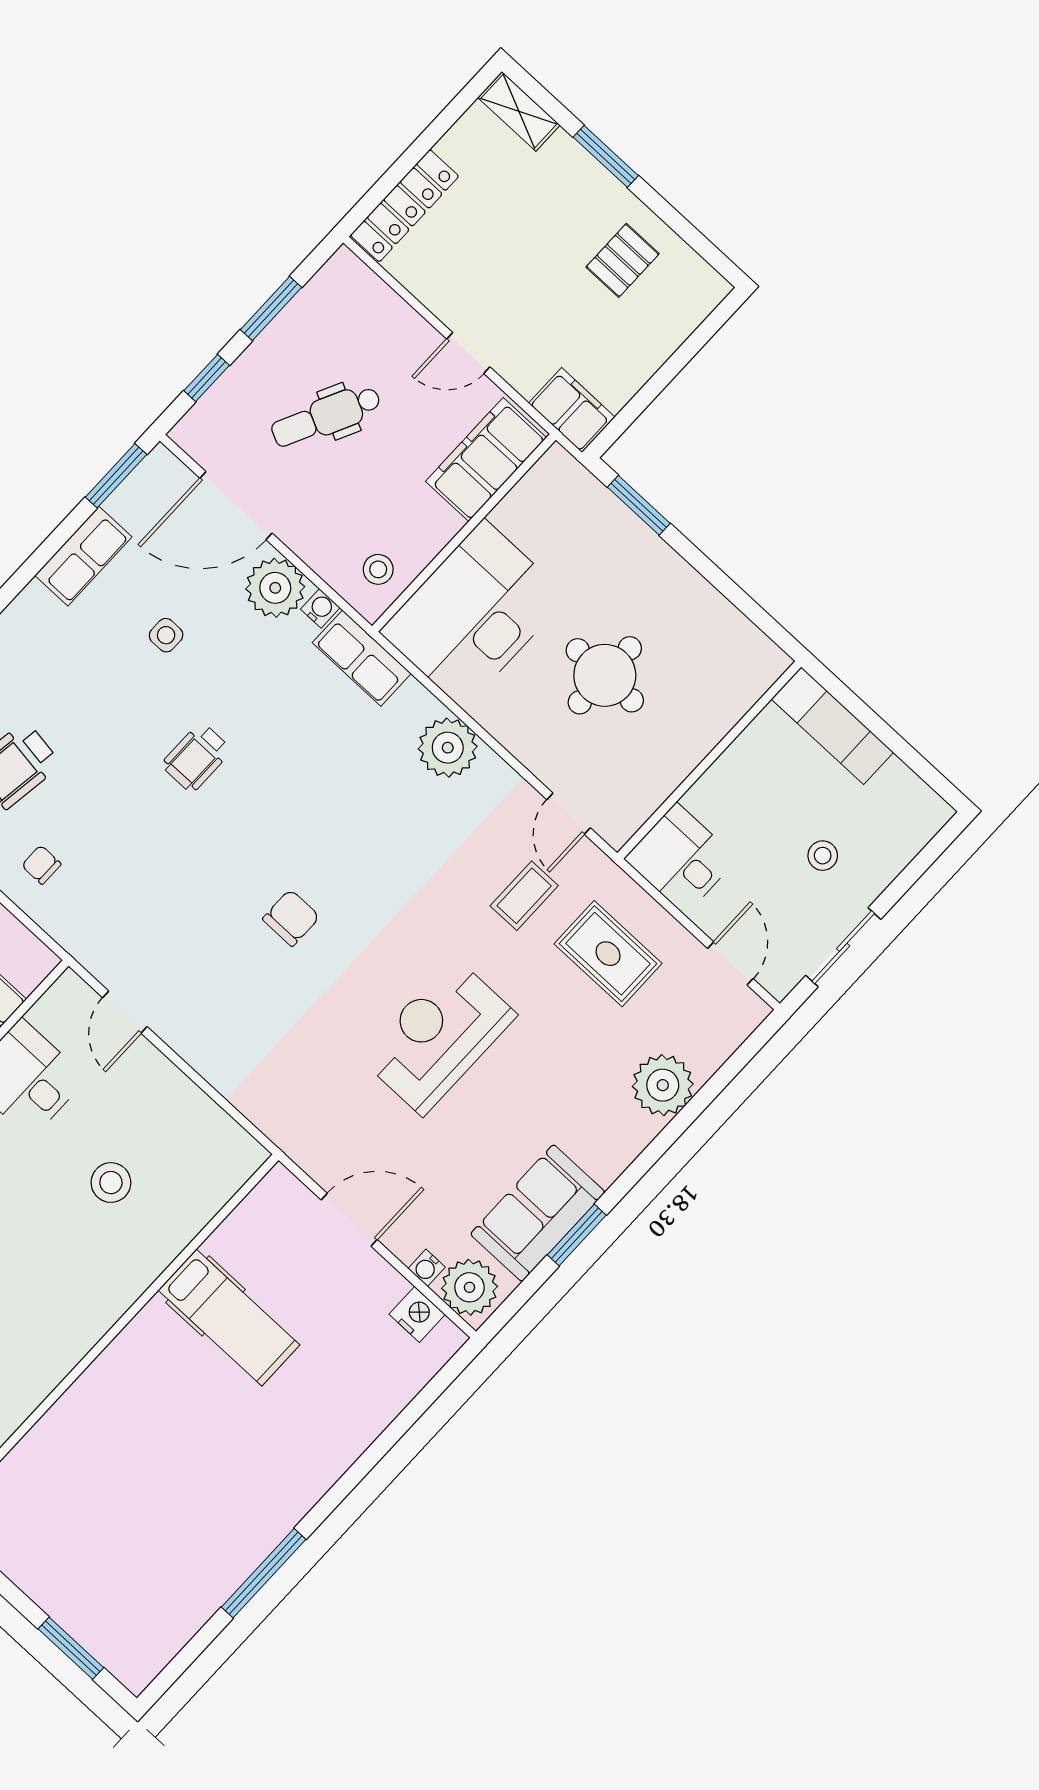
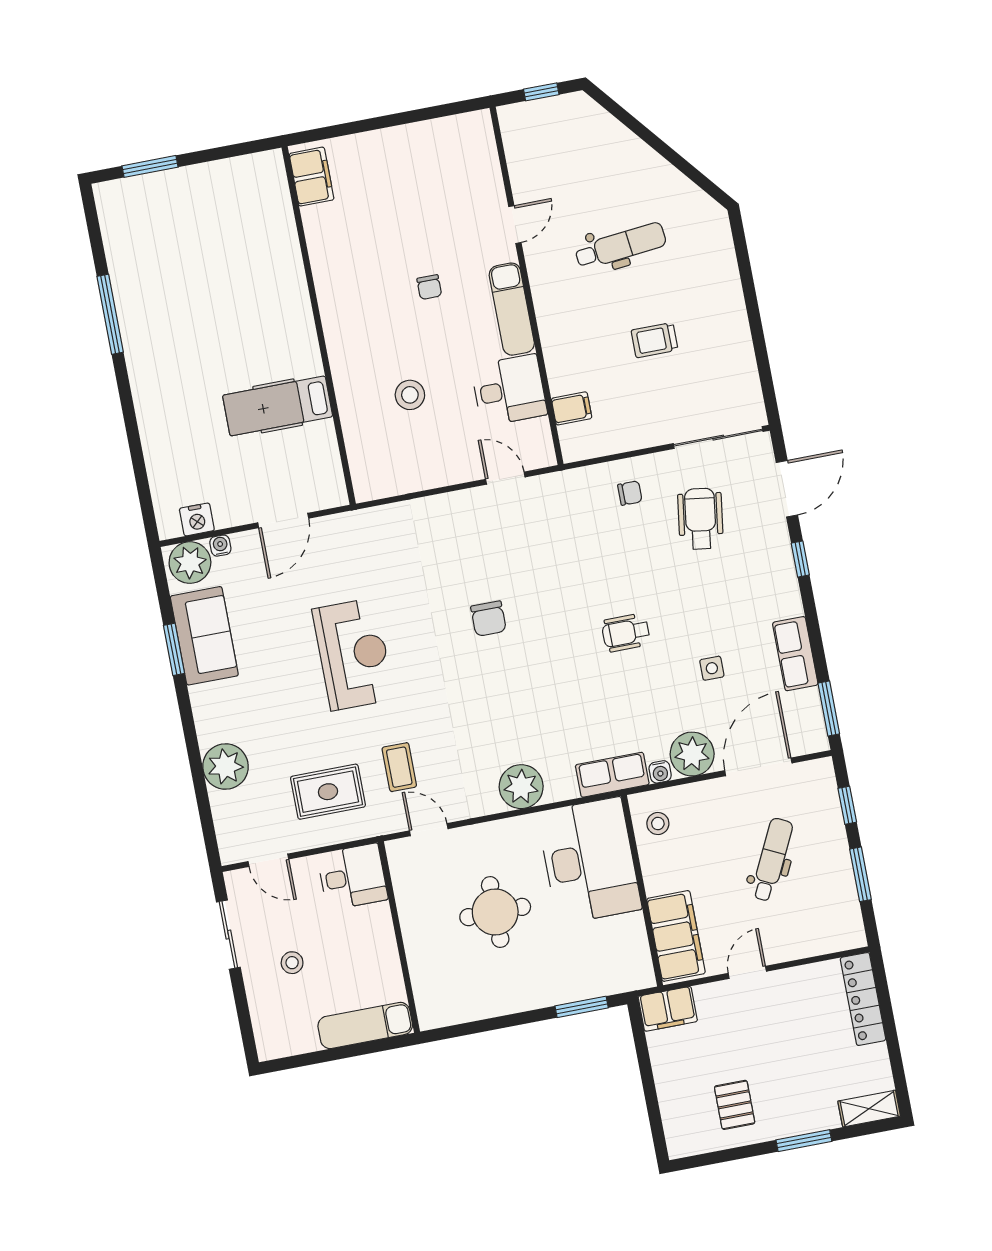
wheelchair: (196, 757) -> (626, 633), turned -90

